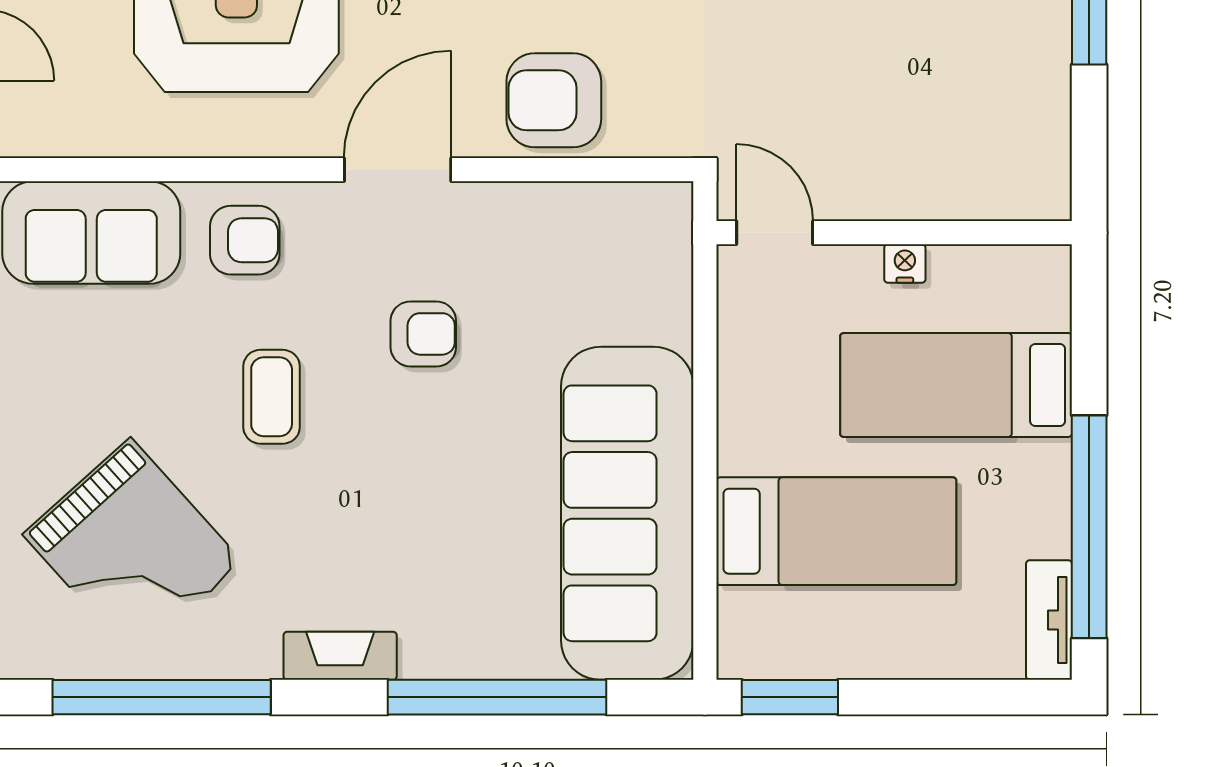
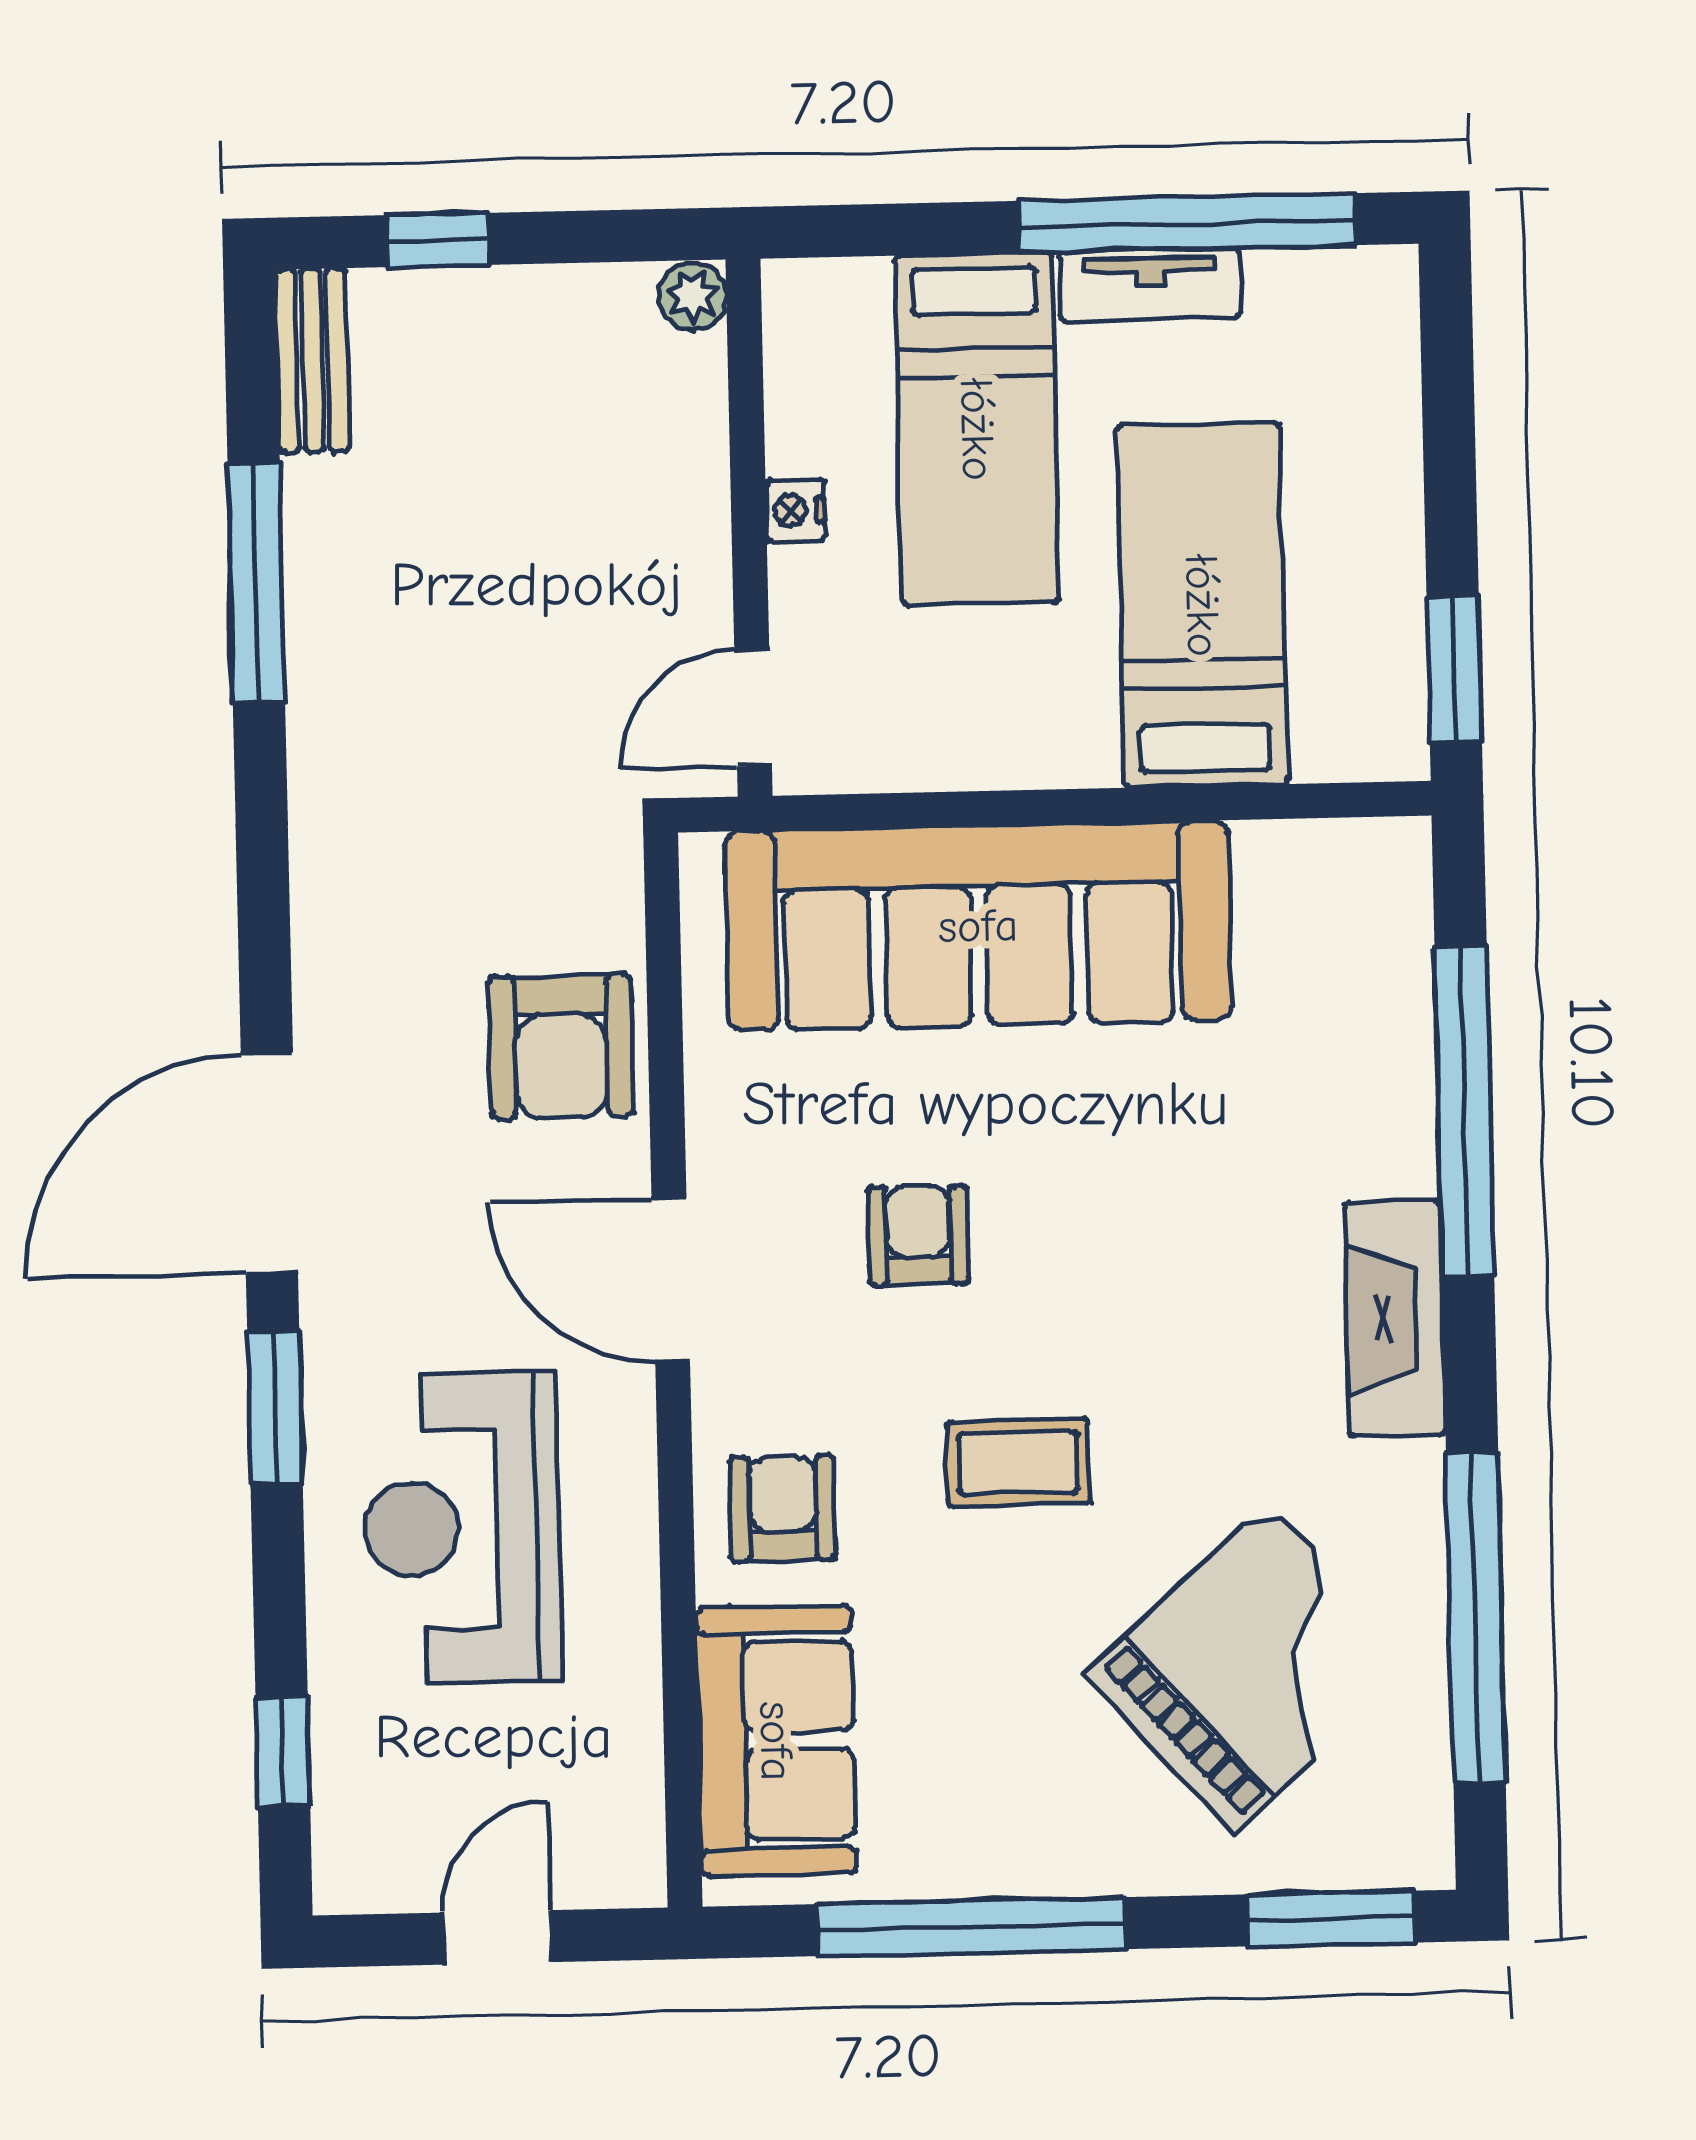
plant: (1048, 199) -> (693, 296), added
sofa: (627, 513) -> (978, 926), moved
tv unit: (1049, 620) -> (1150, 284), moved
fireplace: (340, 656) -> (1395, 1319), width x1.37, depth x1.32

